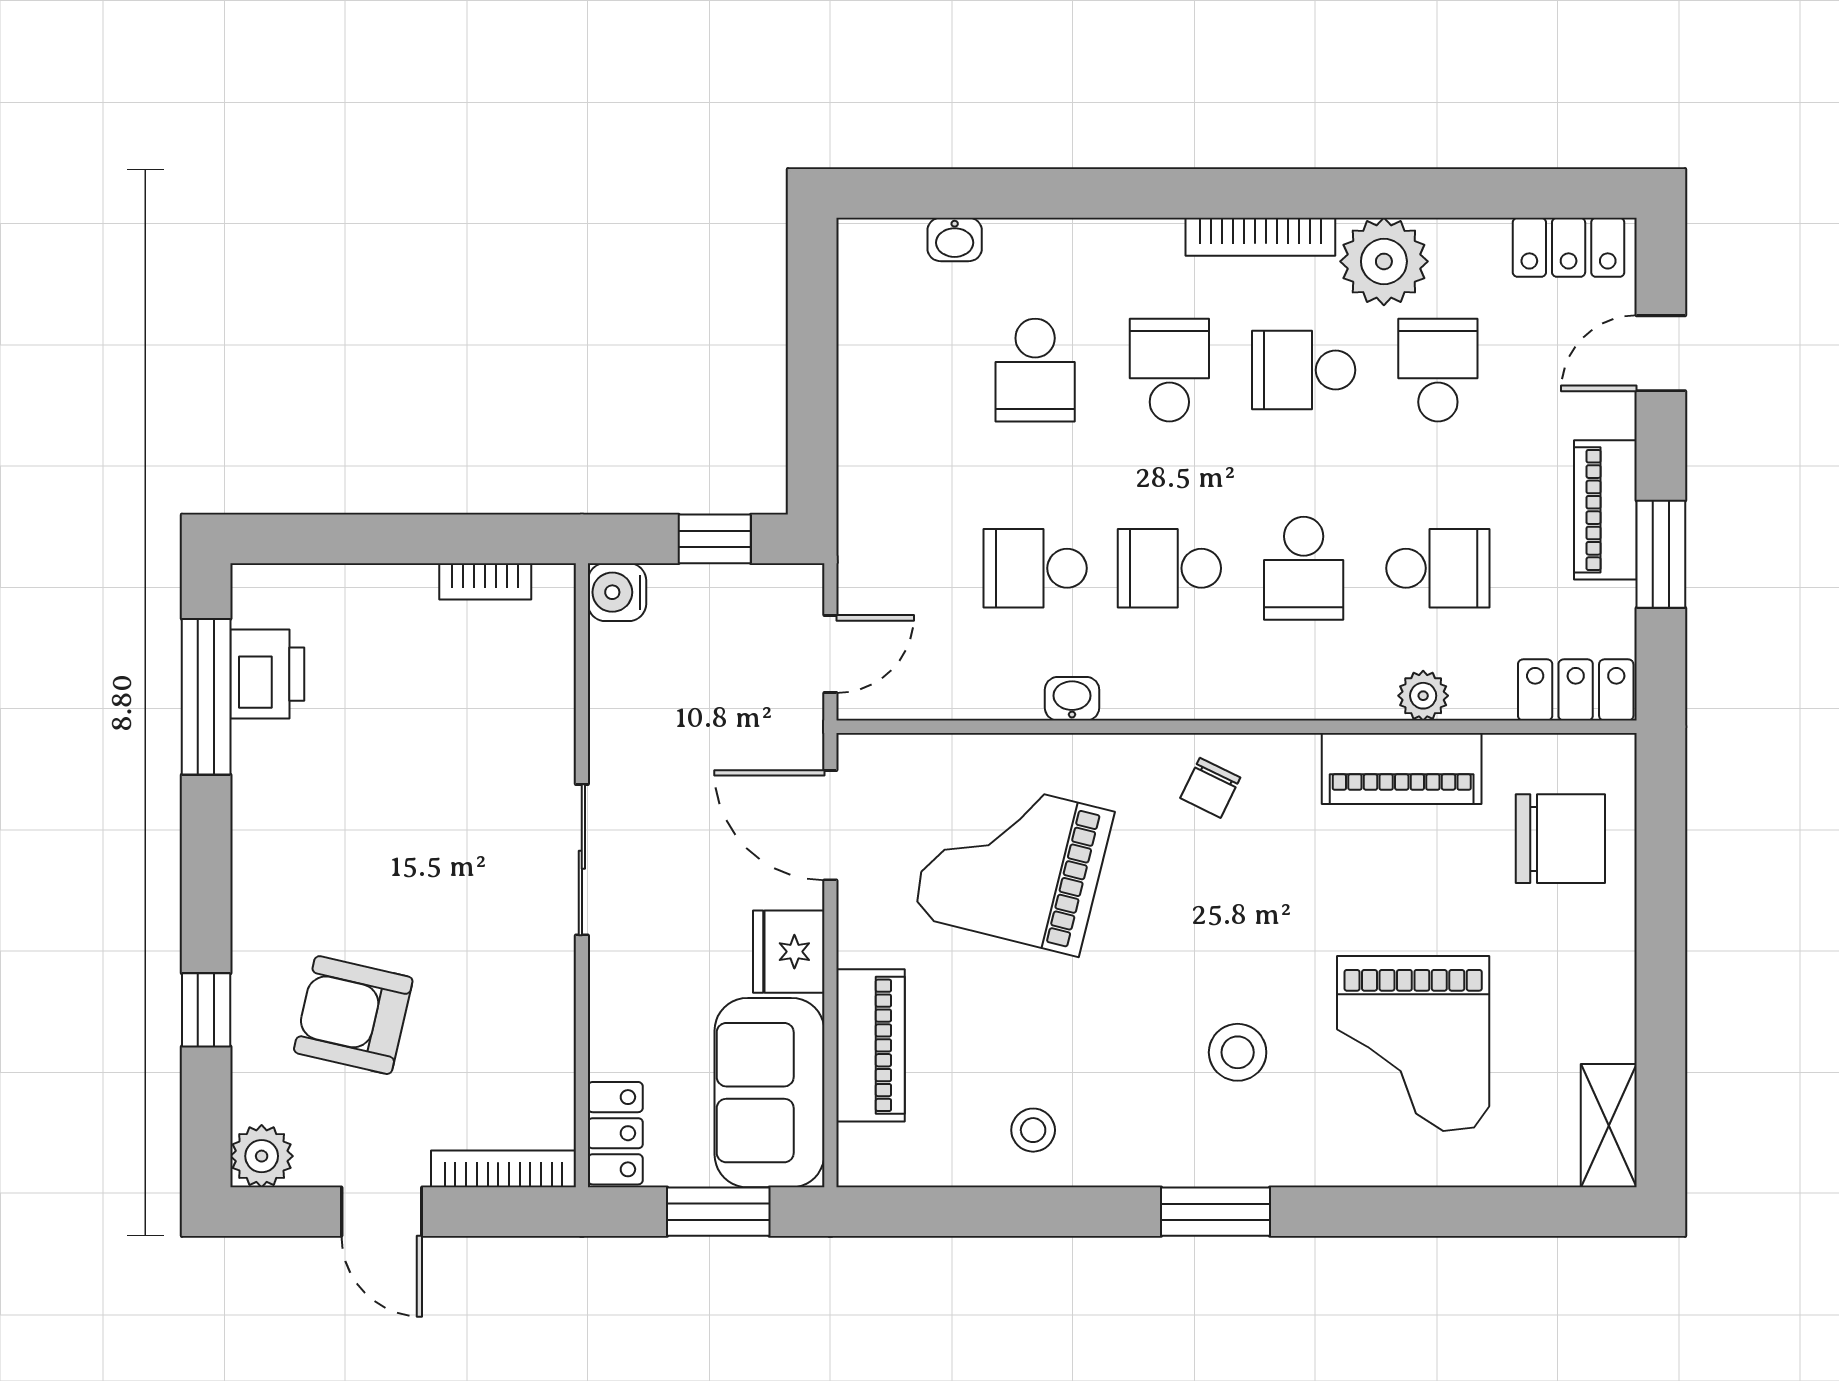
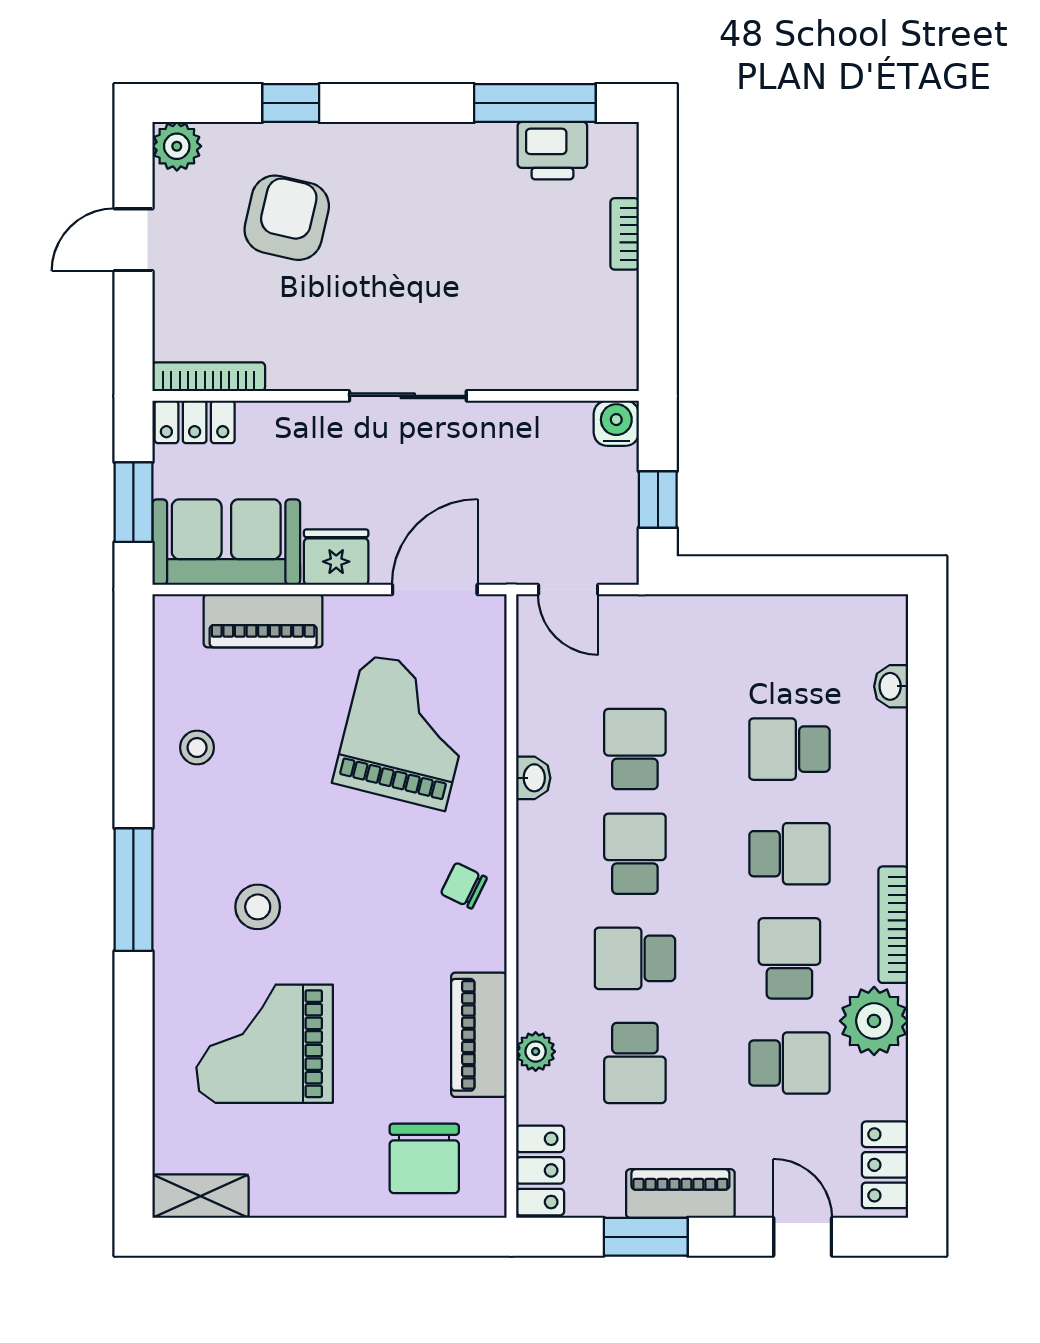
bookcase: (485, 581) -> (625, 234), moved
bookcase: (504, 1169) -> (209, 377), moved, turned -90
window: (1215, 1212) -> (133, 890), width x1.44

